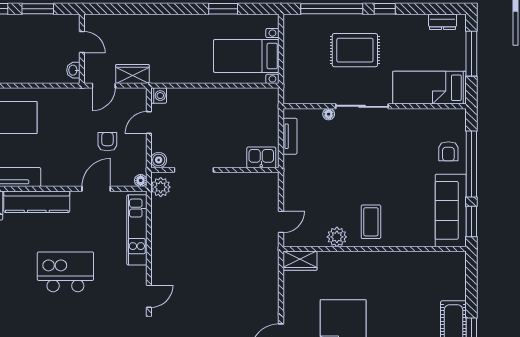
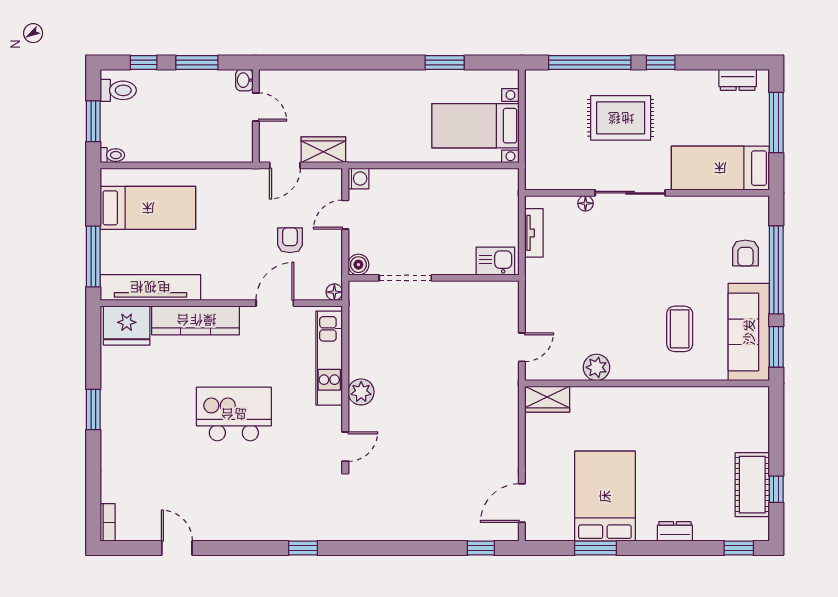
washbasin: (73, 70) -> (244, 80), moved
plant: (161, 187) -> (361, 392), moved
coffee table: (371, 222) -> (680, 329), moved

